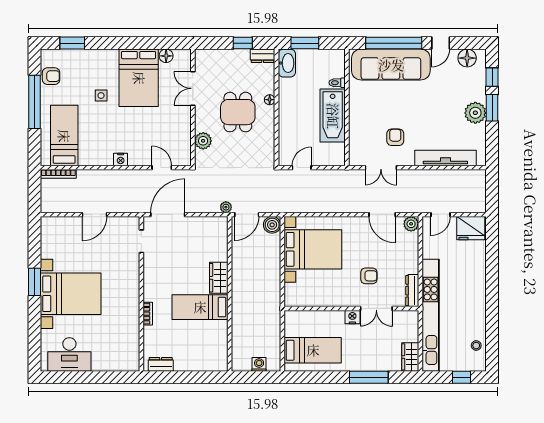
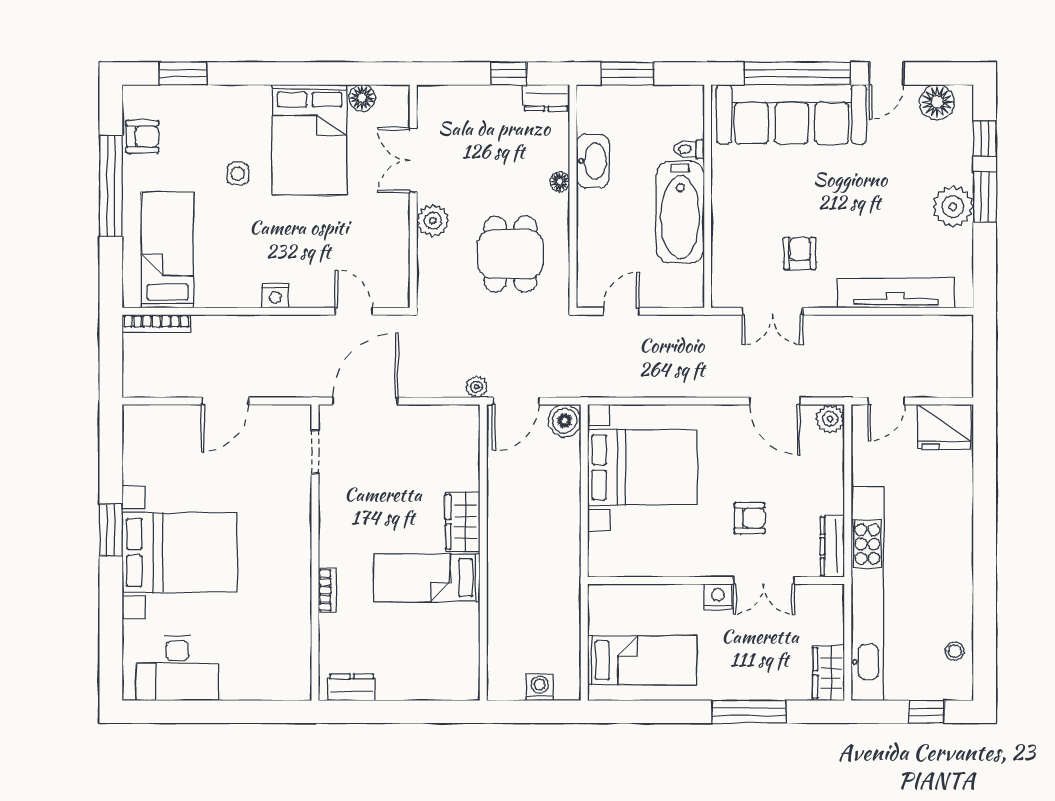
washbasin: (287, 63) -> (593, 161), moved
dining table: (238, 112) -> (510, 254), moved
plant: (203, 141) -> (433, 221), moved

